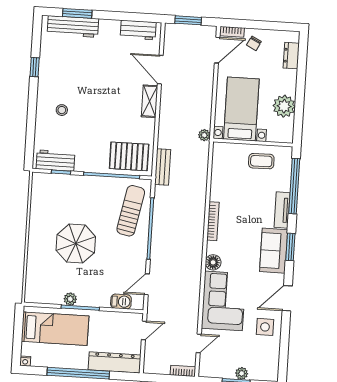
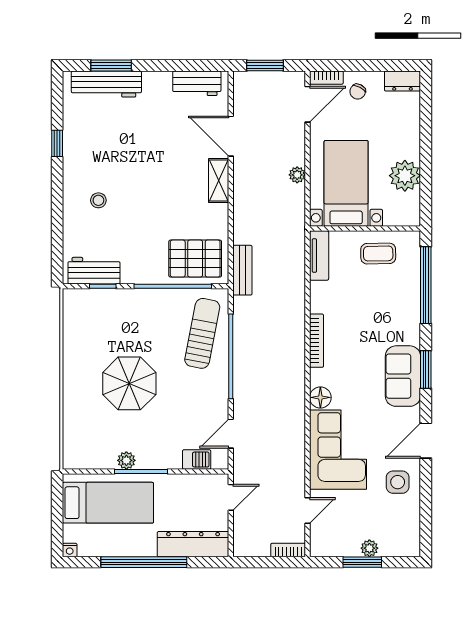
dresser: (291, 56) -> (403, 81), moved, turned -90
plant: (204, 135) -> (297, 175), moved
tv unit: (282, 210) -> (319, 255), moved, turned 180

